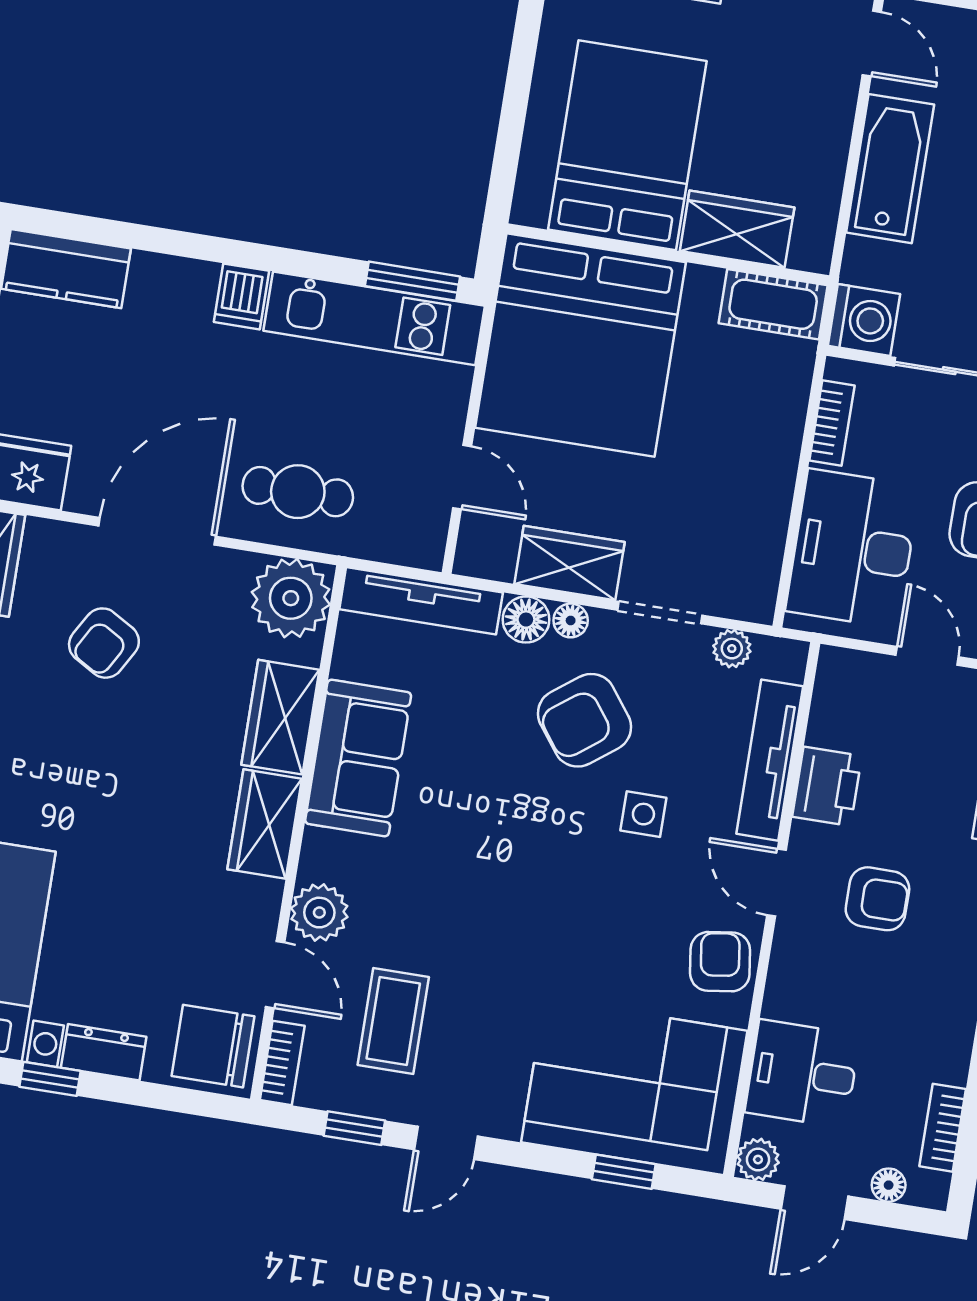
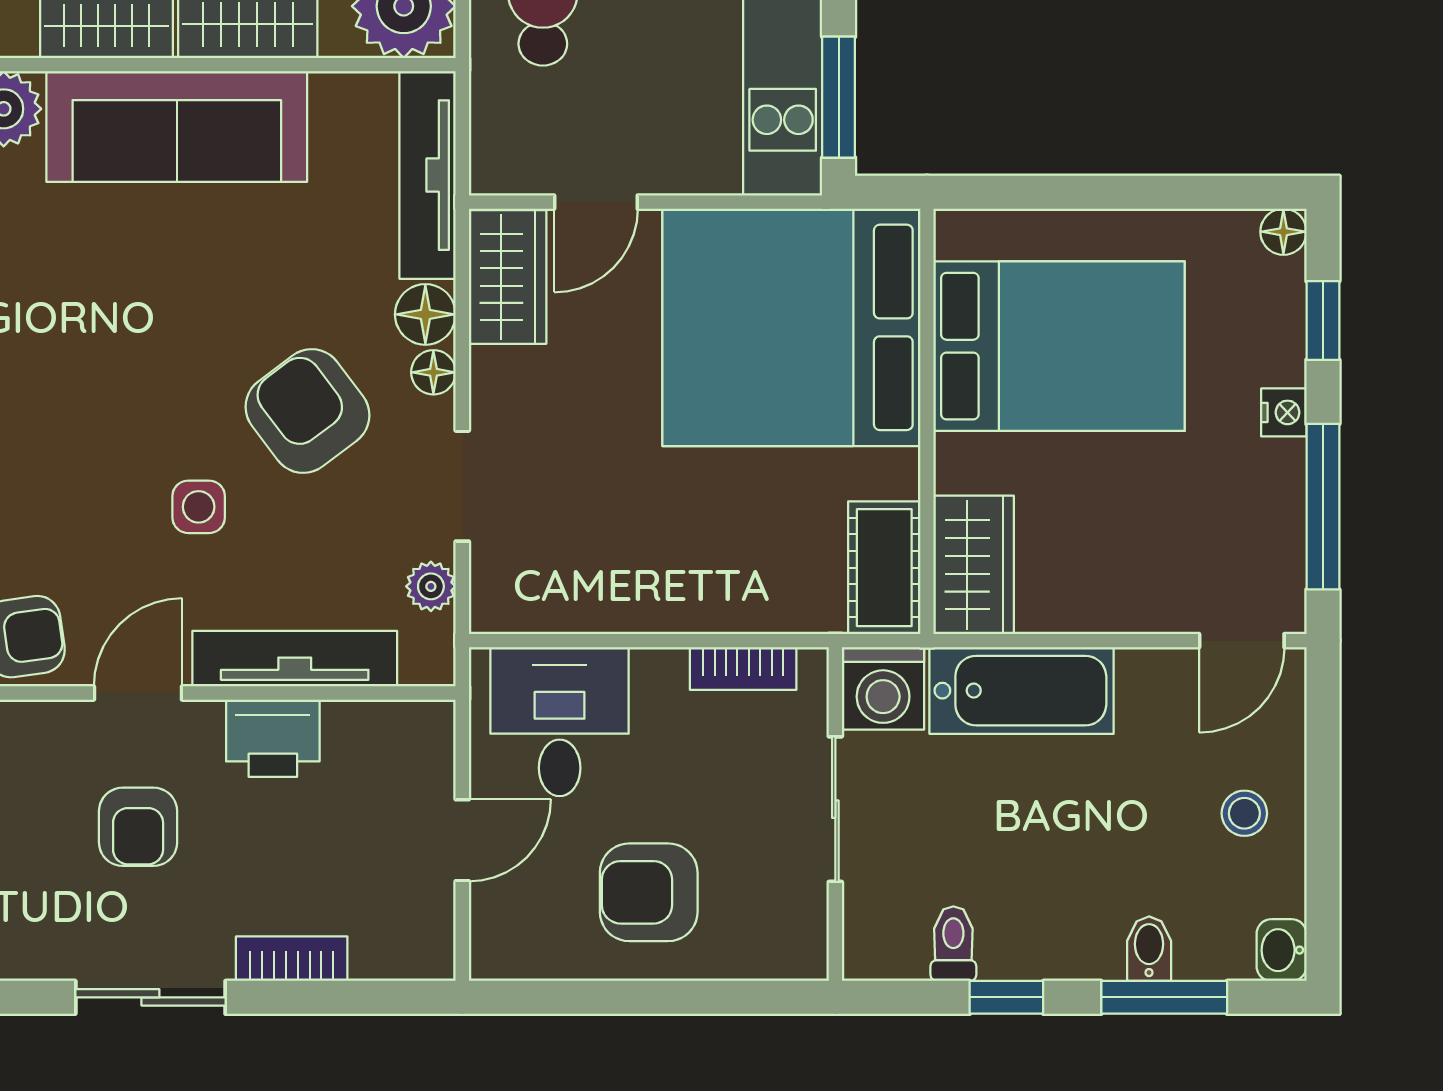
bathtub: (890, 169) -> (1022, 691), moved
wardrobe: (737, 229) -> (974, 565), moved
desk: (853, 549) -> (560, 722), width x0.73
wardrobe: (570, 563) -> (508, 277), moved
sofa: (358, 758) -> (177, 127), width x1.36

